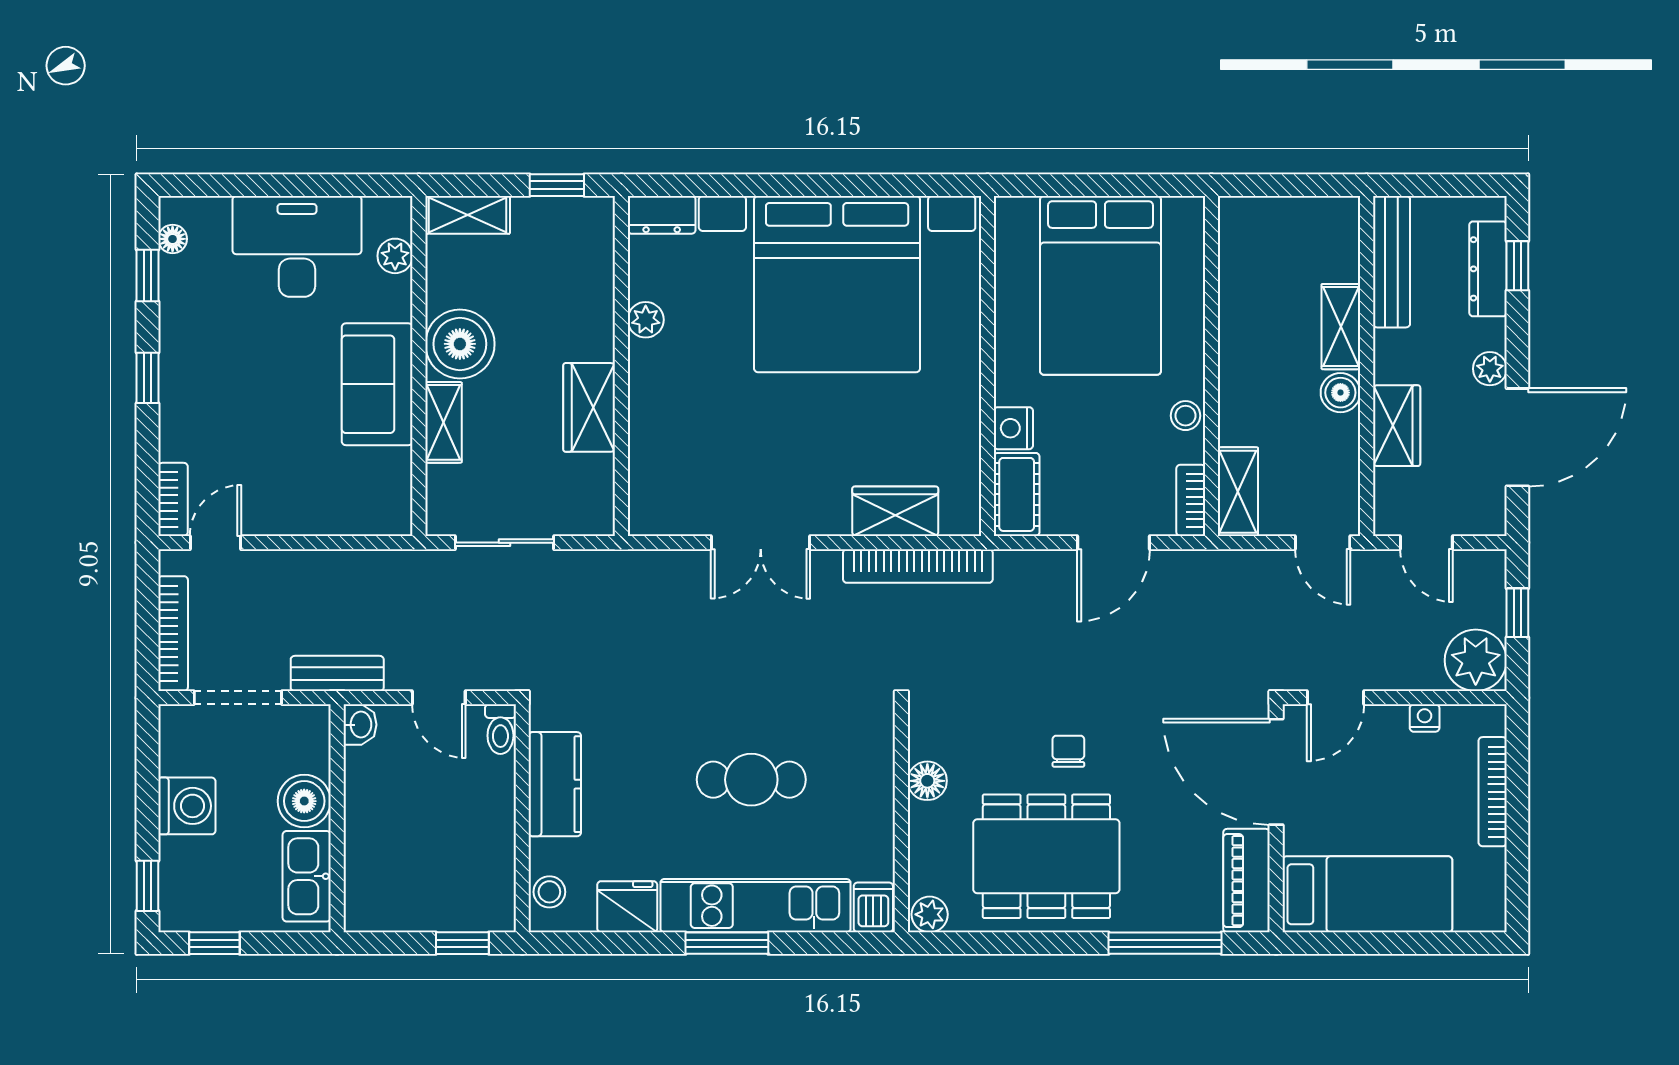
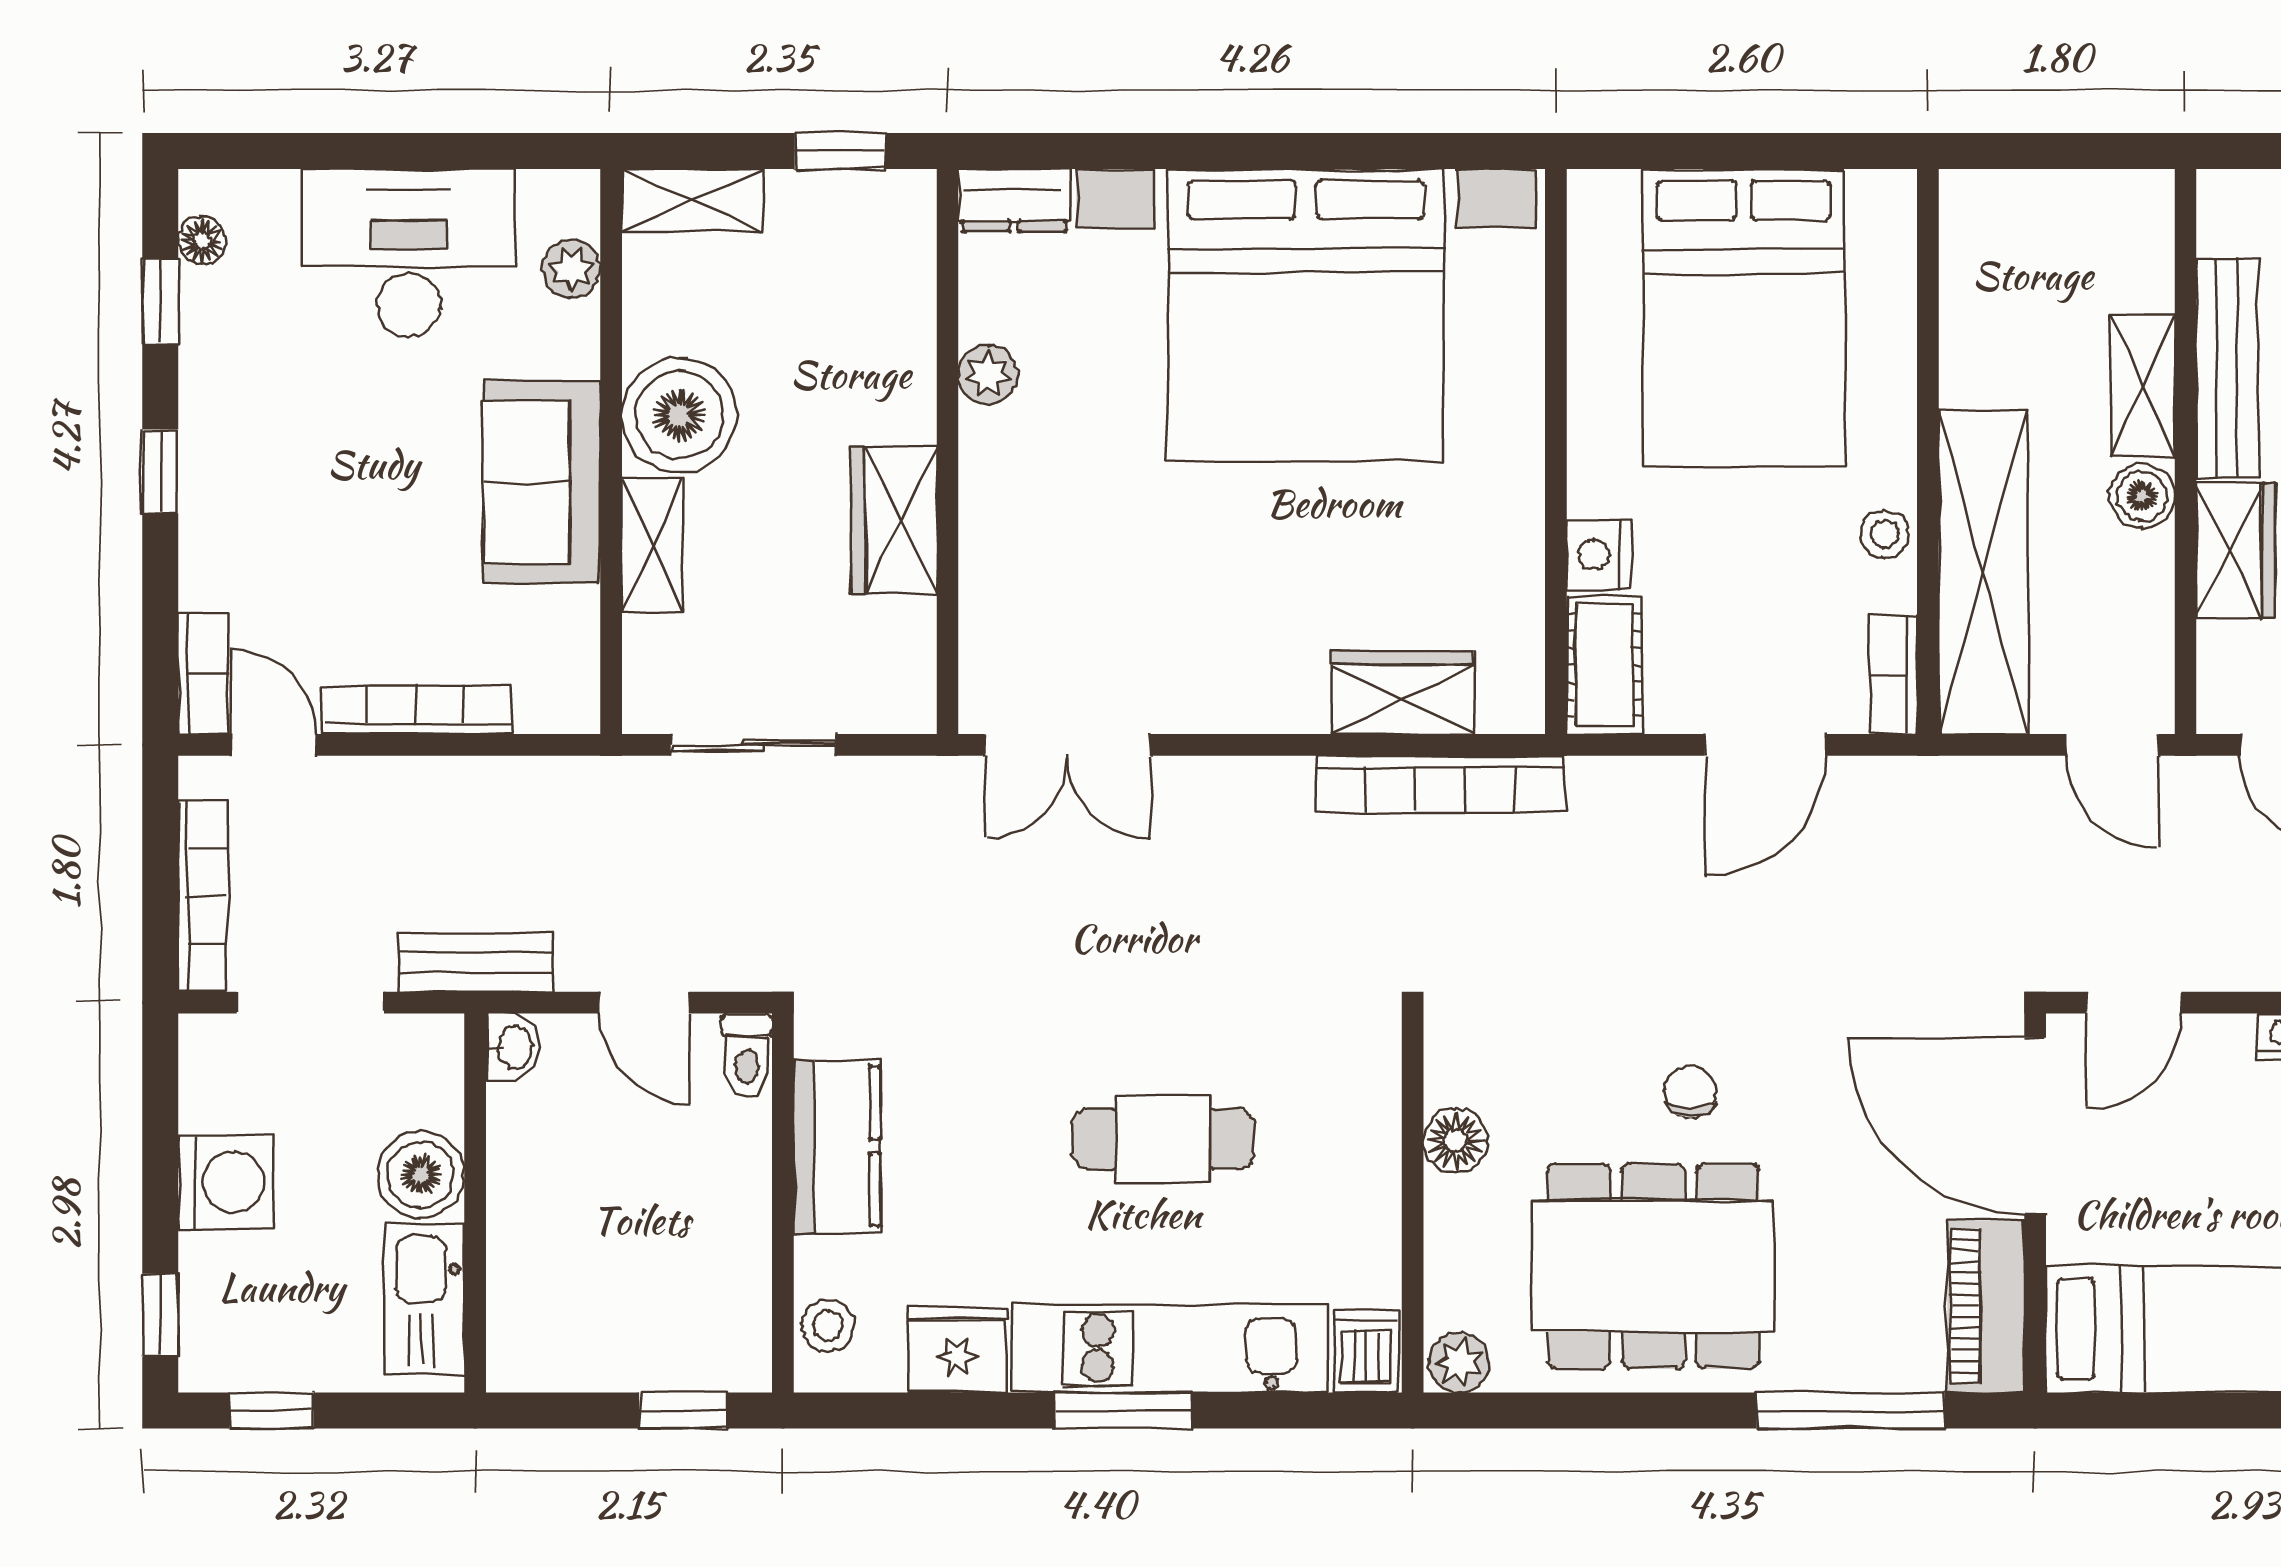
bench: (1392, 262) -> (2227, 368), moved
shelving: (1238, 492) -> (1983, 572), width x2.20, depth x1.33
bookcase: (302, 522) -> (416, 710), added
door: (216, 543) -> (273, 745), hinge flipped
double door: (761, 543) -> (1067, 745), moved

